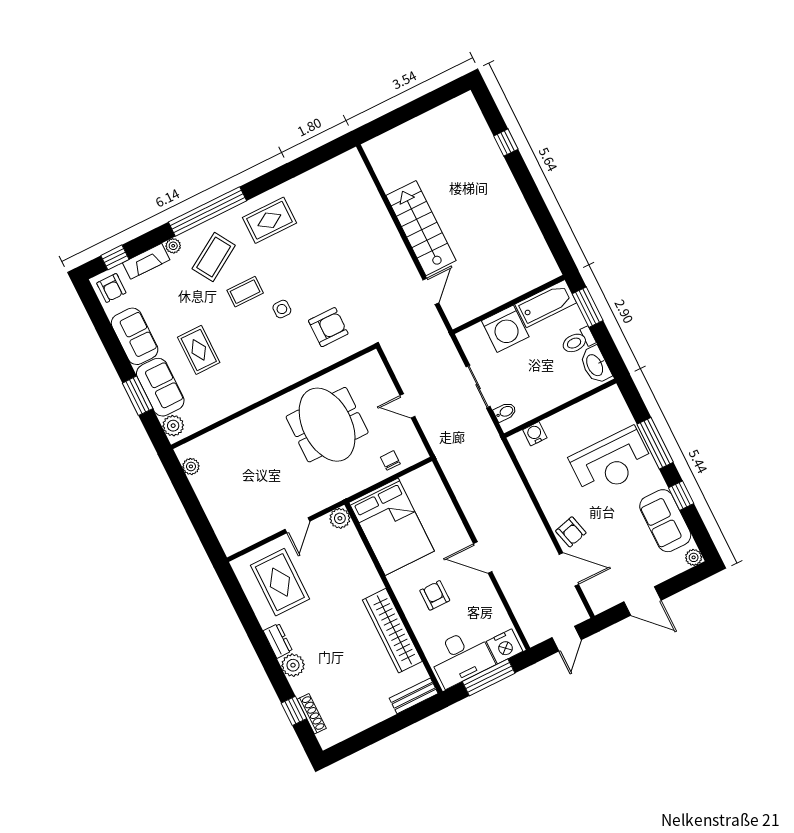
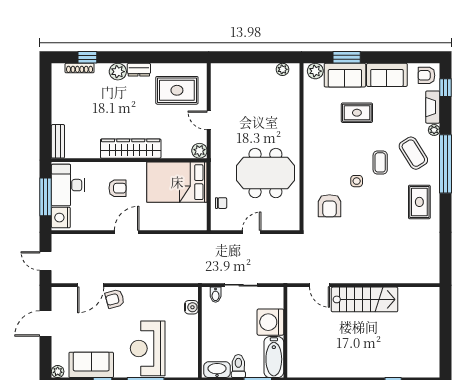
wardrobe: (392, 631) -> (131, 149), moved

